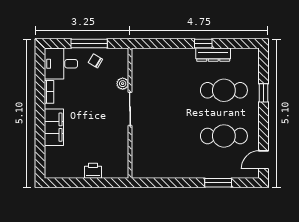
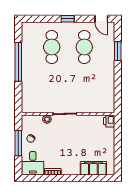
window: (203, 43) -> (18, 62), width x3.17
dresser: (213, 55) -> (26, 55), removed
window: (264, 93) -> (68, 19), moved
filing cabinet: (54, 127) -> (93, 168), moved
printer: (93, 171) -> (109, 121), moved

